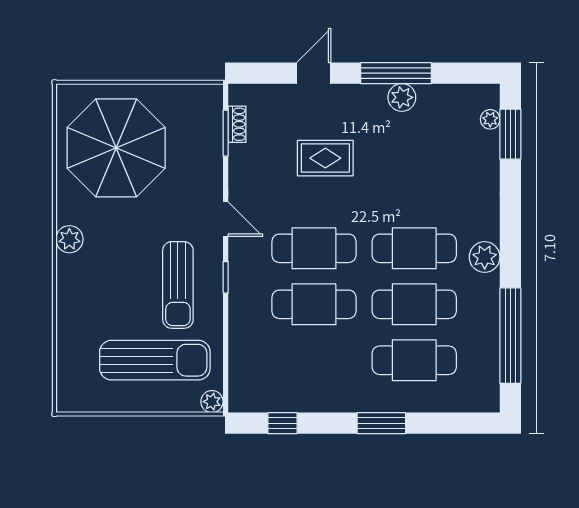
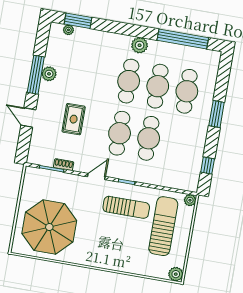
shoe rack: (237, 124) -> (64, 165), moved
plant: (69, 239) -> (176, 274), moved

